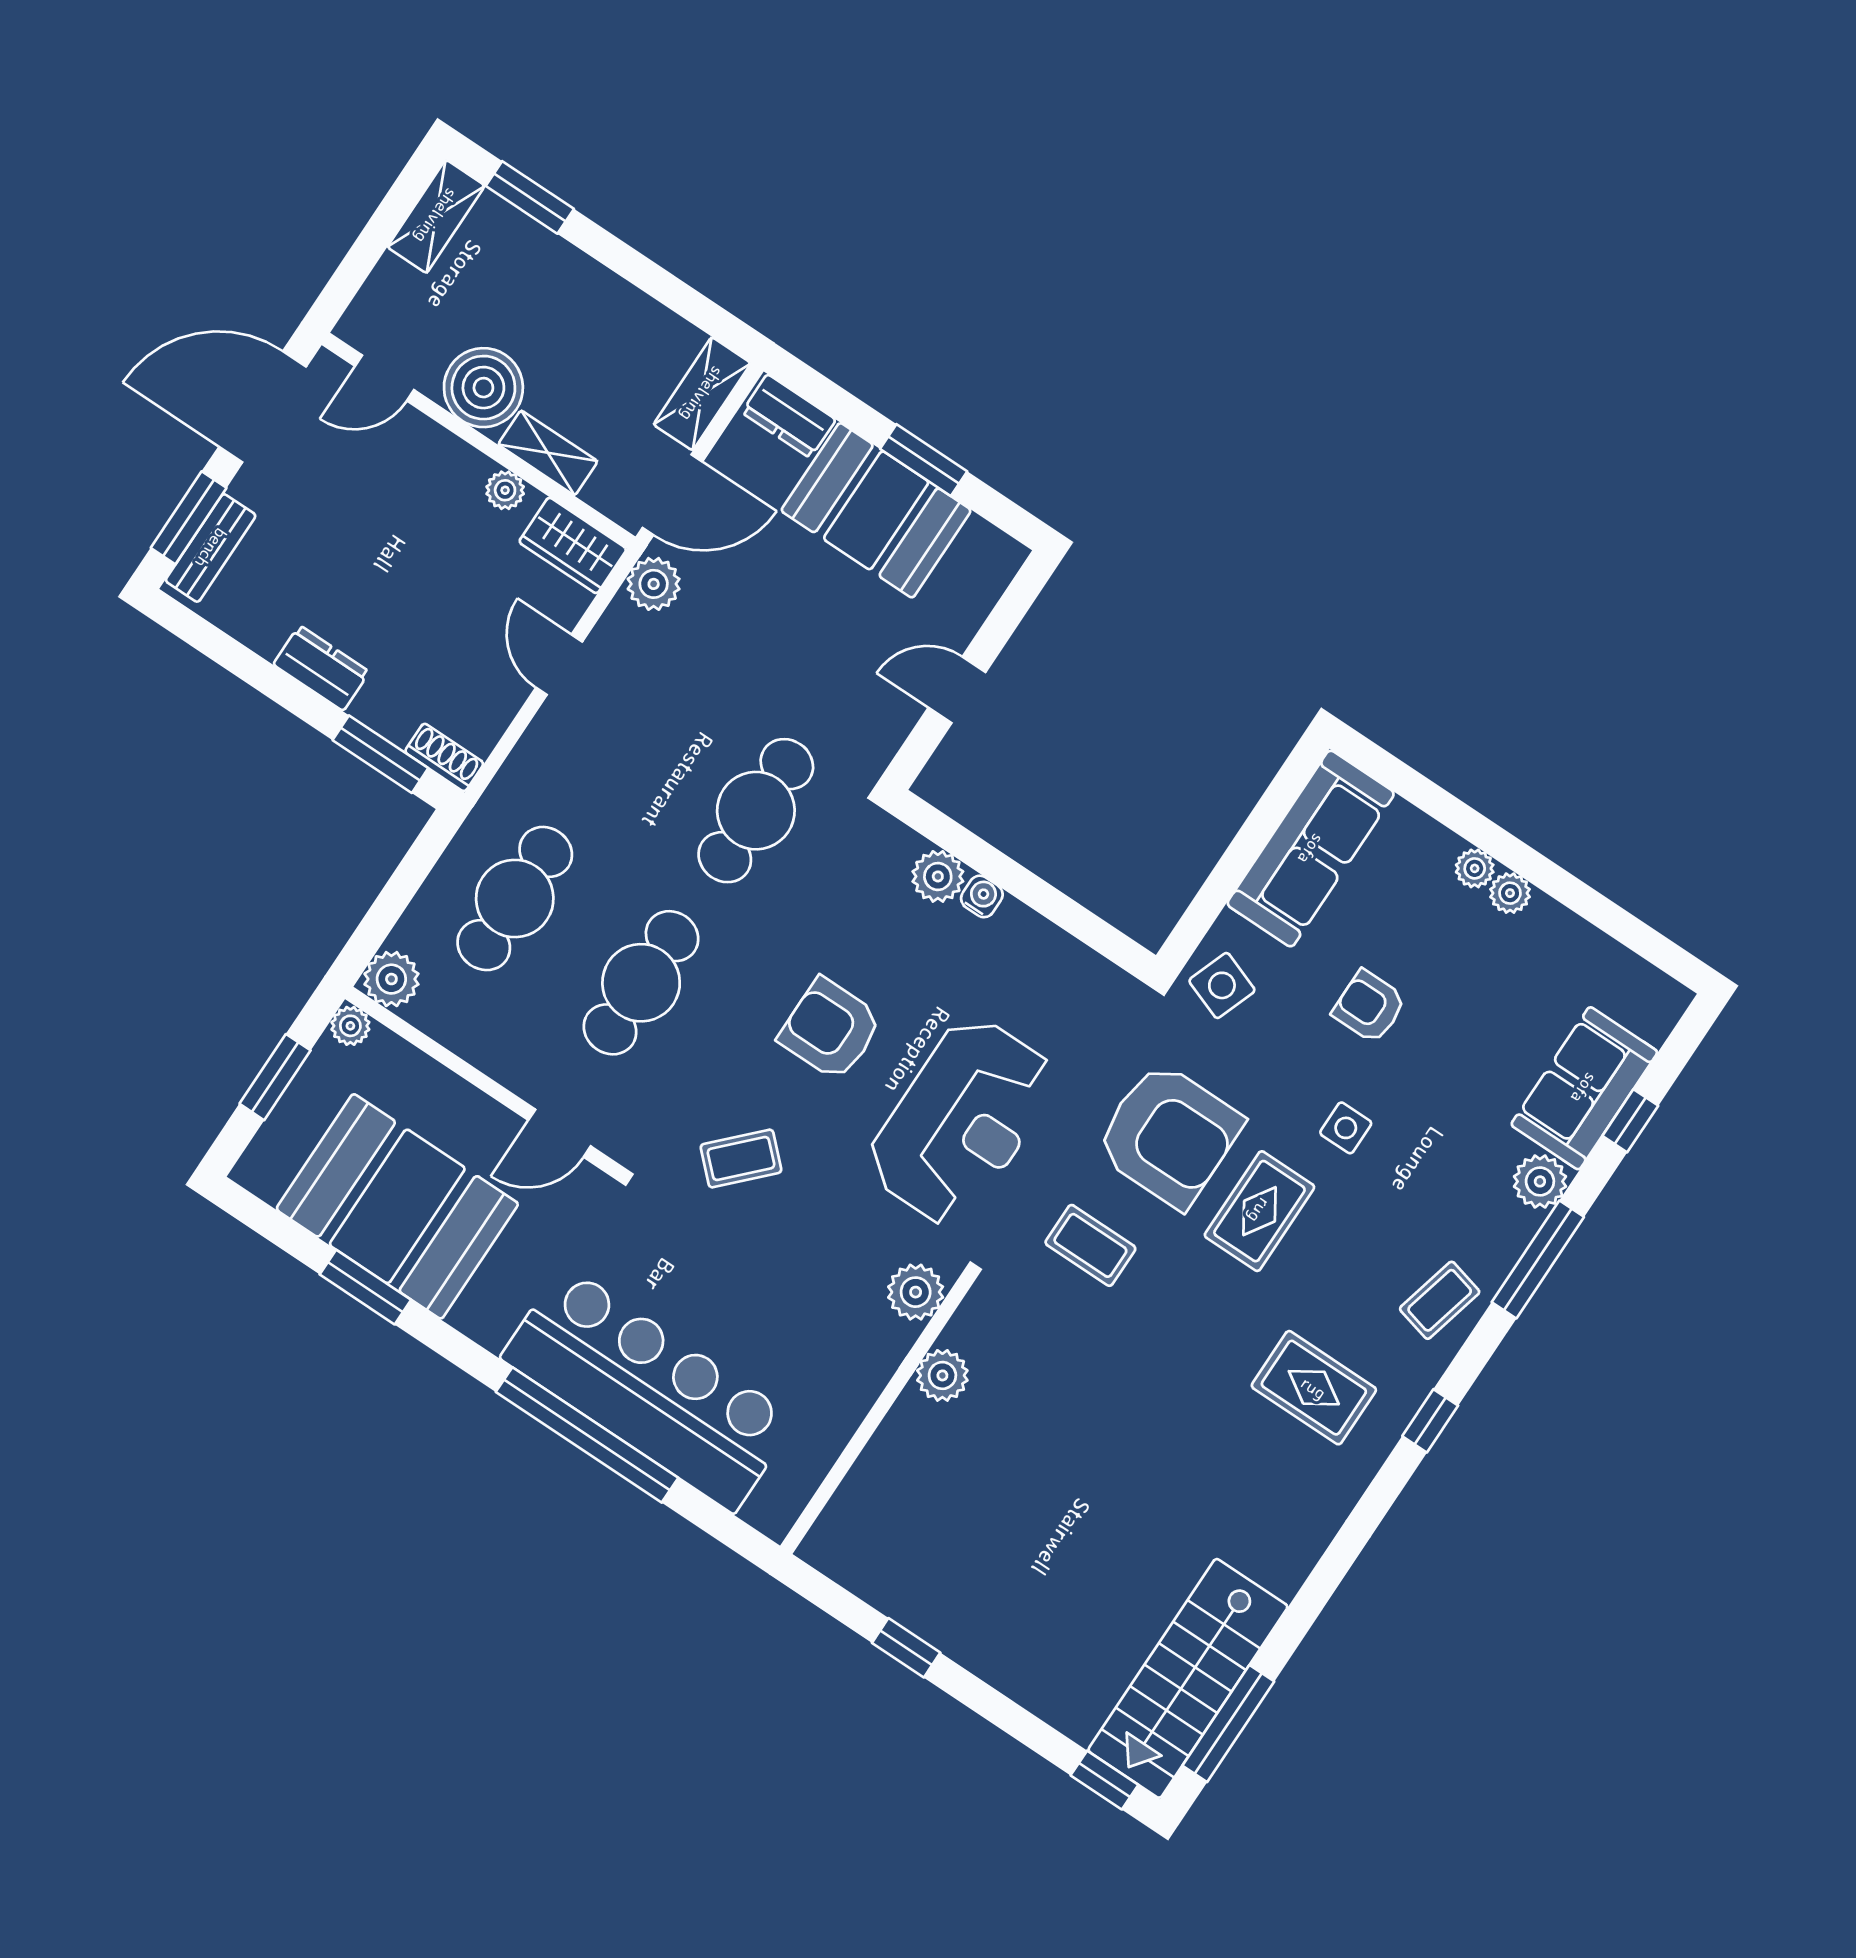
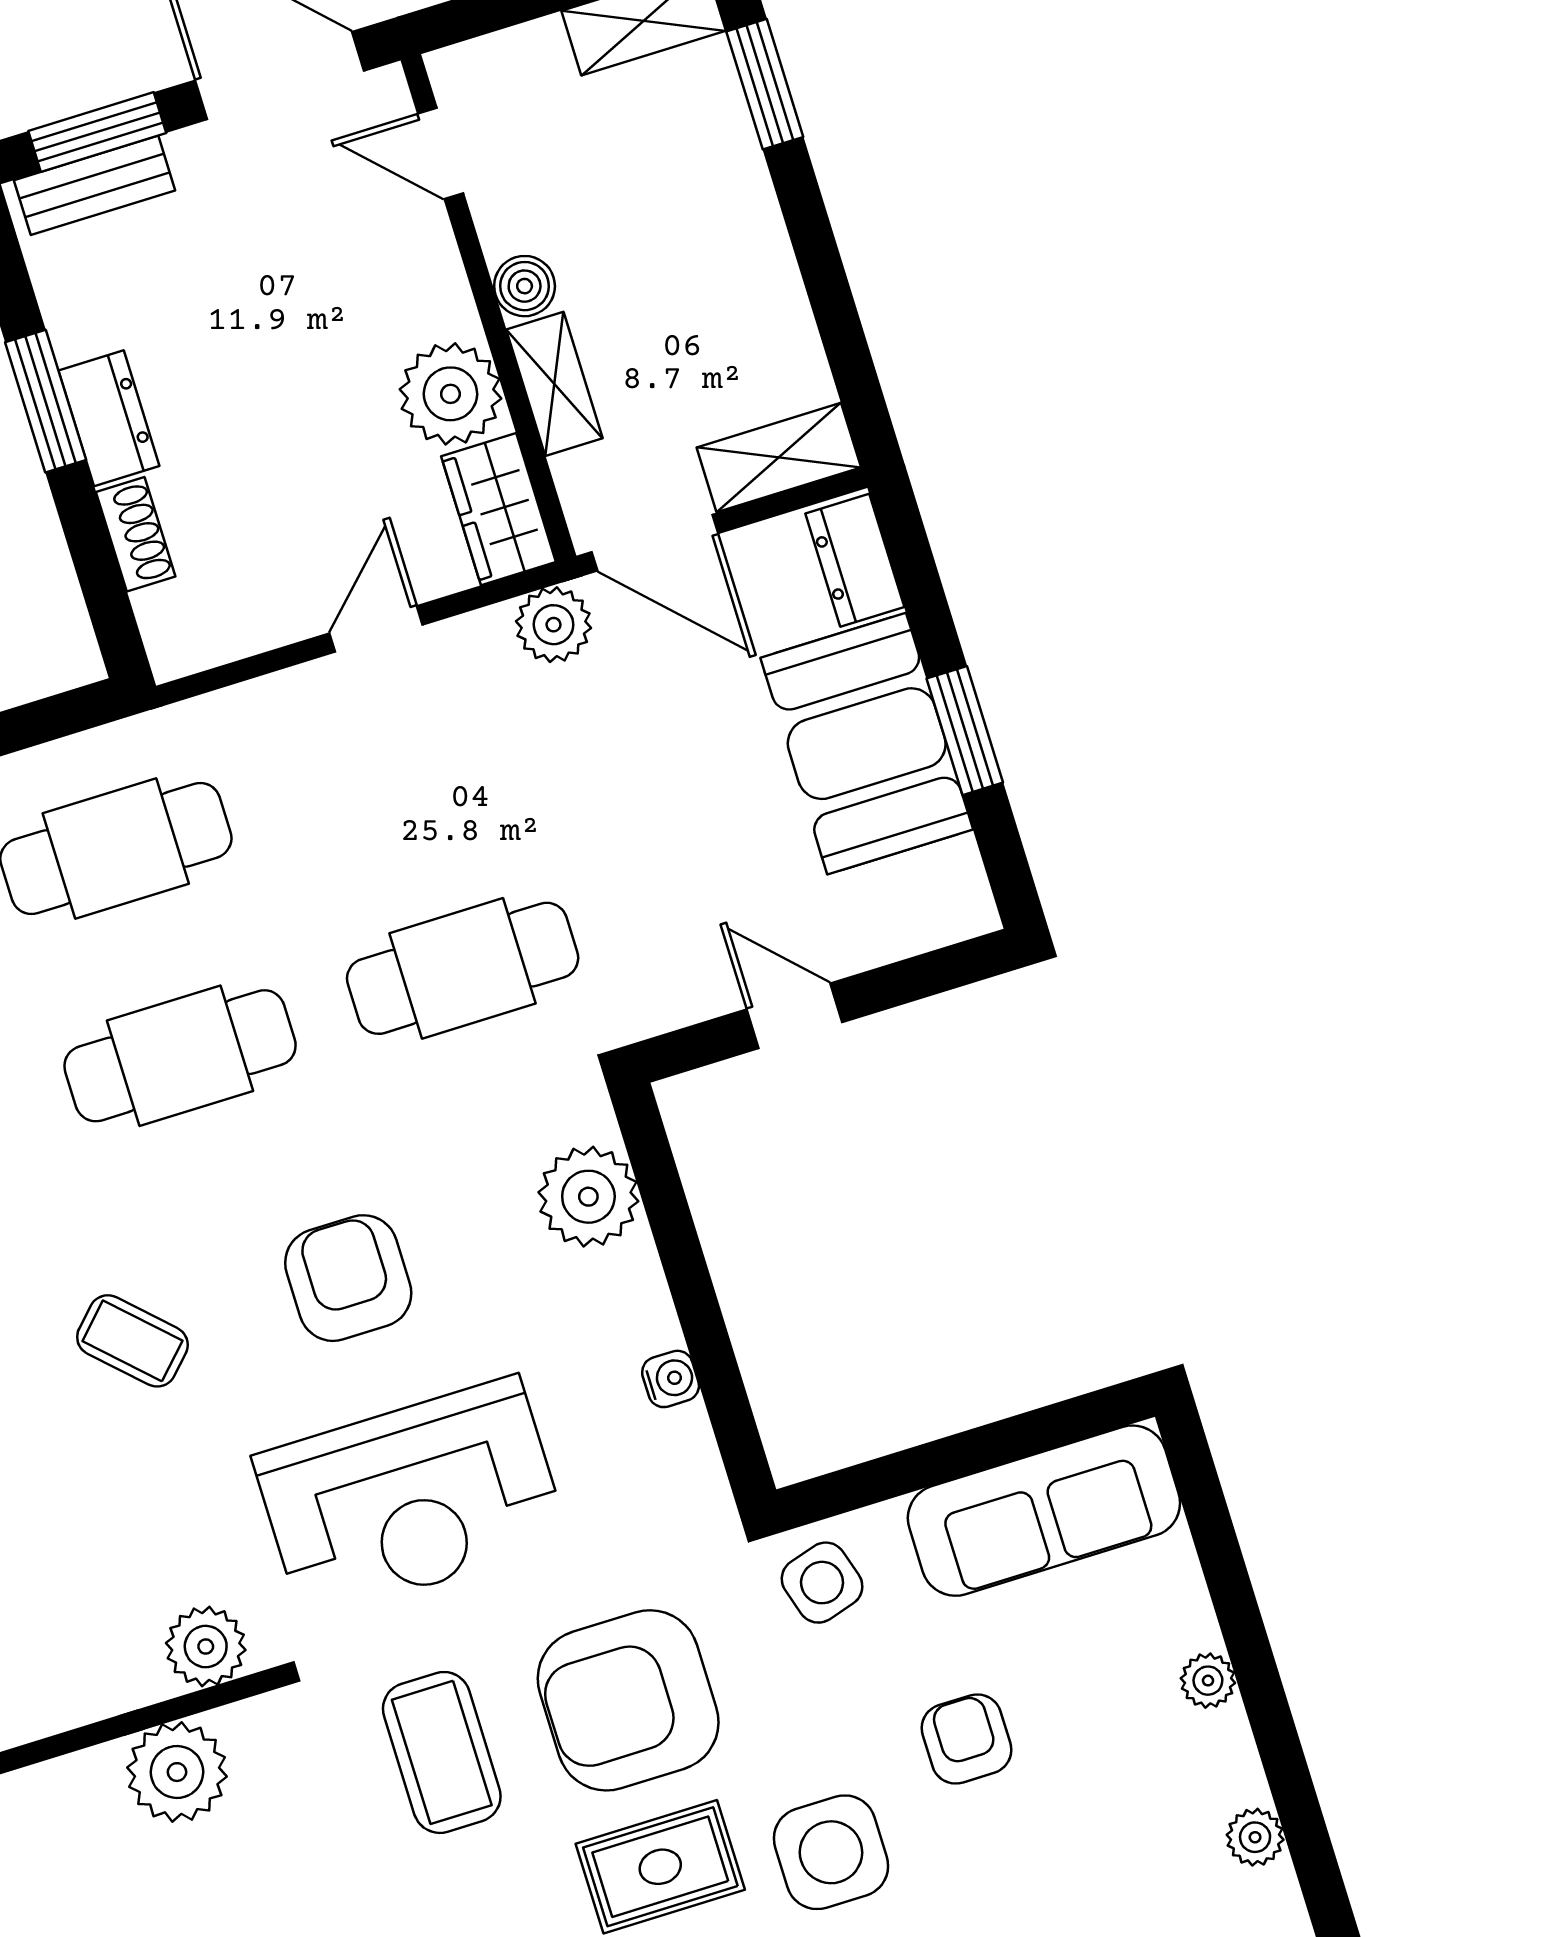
boiler: (483, 388) -> (525, 286), width x0.54, depth x0.54
plant: (505, 490) -> (450, 394), width x1.88, depth x1.88
window: (380, 754) -> (46, 401), moved
shoe rack: (444, 757) -> (136, 534), moved
plant: (938, 876) -> (588, 1197), width x1.36, depth x1.36
plant: (1510, 893) -> (1255, 1837), moved
water cooler: (982, 896) -> (671, 1379), moved
side table: (1222, 985) -> (822, 1583), turned -37
side table: (1346, 1128) -> (831, 1852), width x1.87, depth x1.87
armchair: (1169, 1135) -> (628, 1700), turned 90
coffee table: (1090, 1245) -> (442, 1752), width x1.36, depth x1.30
plant: (942, 1375) -> (177, 1772), width x1.36, depth x1.36

